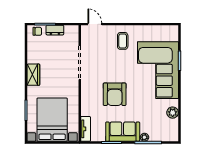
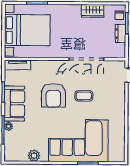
coffee table: (123, 41) -> (84, 96), moved
wardrobe: (33, 75) -> (93, 11), moved
armchair: (115, 94) -> (53, 95), turned -90

